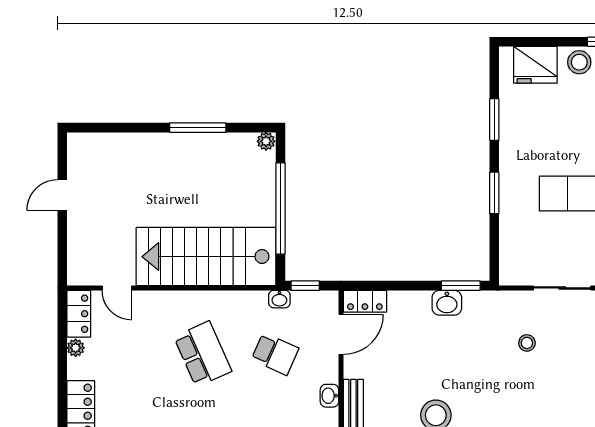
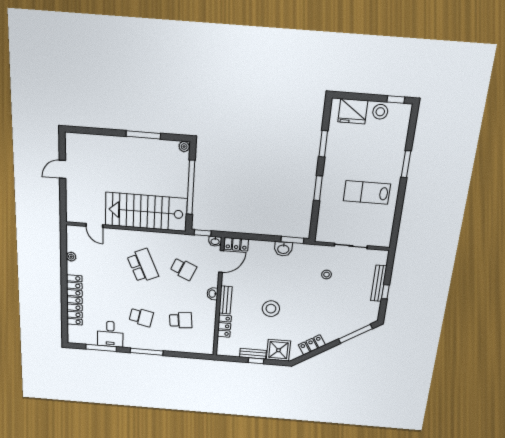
washbasin: (279, 299) -> (215, 241), moved
locker: (79, 314) -> (73, 238), removed

